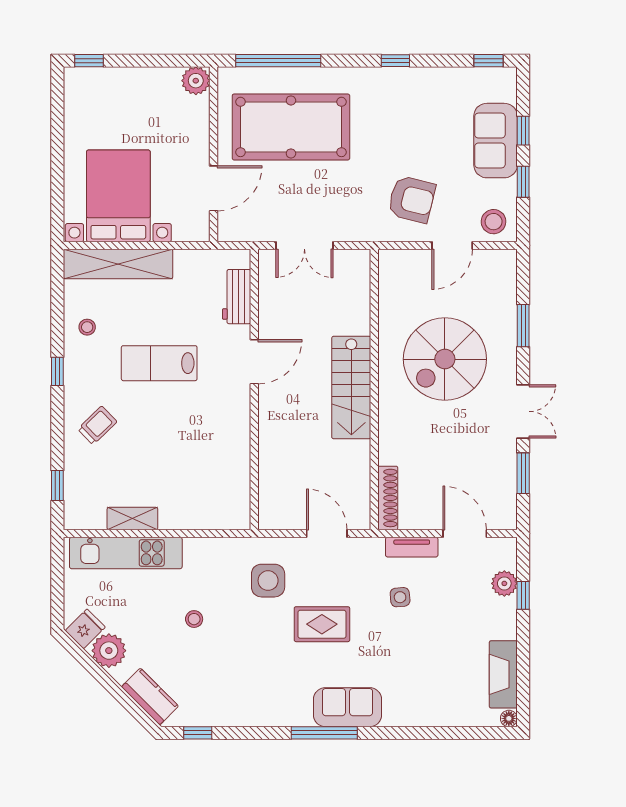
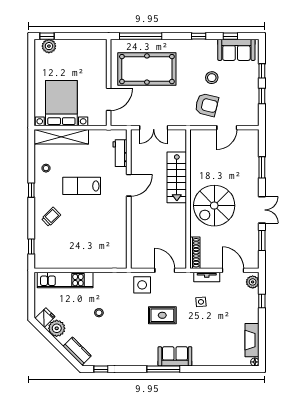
window: (489, 61) -> (230, 36), moved
plant: (196, 81) -> (49, 46), moved
sofa: (496, 141) -> (236, 50), moved, turned -90
stool: (494, 222) -> (212, 78), moved
spiral stairs: (445, 359) -> (214, 206), moved
stairs: (351, 388) -> (177, 177), moved
shelving: (132, 519) -> (68, 263), removed
side table: (268, 581) -> (142, 285), moved
plant: (504, 583) -> (253, 282), moved

